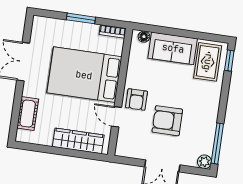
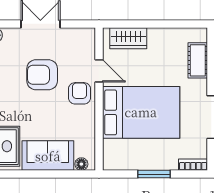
bookcase: (113, 31) -> (193, 165), moved
armchair: (167, 121) -> (42, 75), turned 180
wardrobe: (78, 141) -> (128, 38), width x0.67

